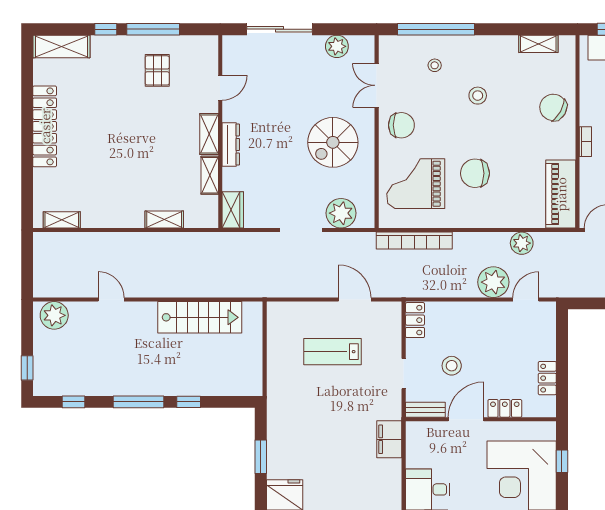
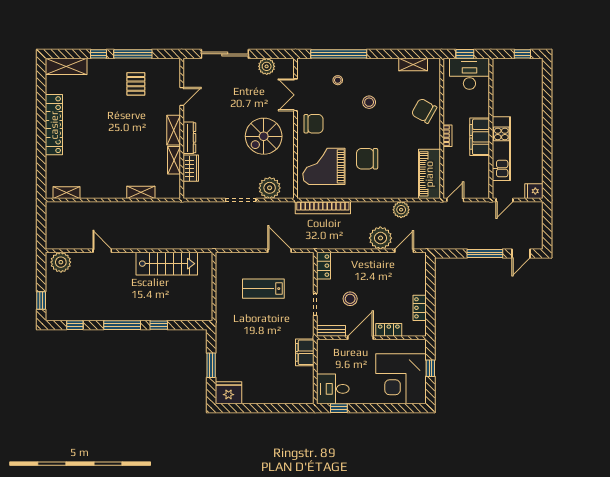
wardrobe: (233, 210) -> (191, 168), moved

